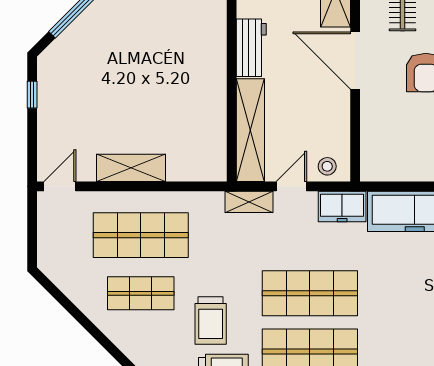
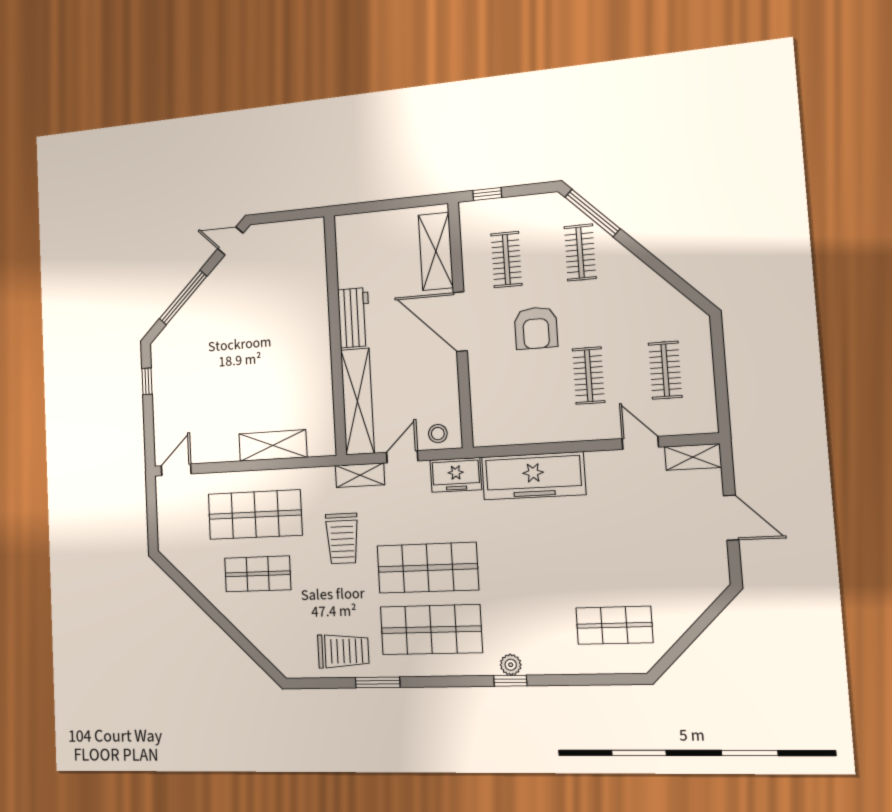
shelving: (131, 168) -> (273, 445), moved
trolley: (211, 320) -> (342, 538), moved

